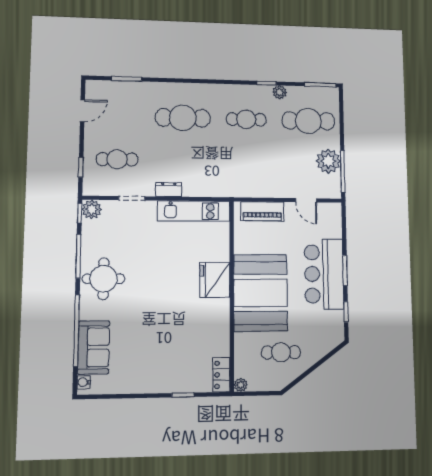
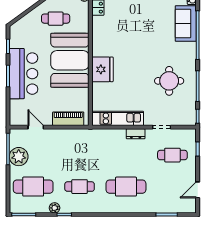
plant: (92, 209) -> (189, 119), removed
round table: (104, 279) -> (169, 81), moved

